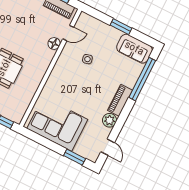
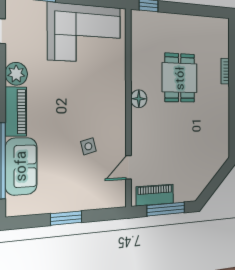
floor lamp: (54, 44) -> (139, 99), moved
sofa: (134, 49) -> (21, 166), moved, turned 90

